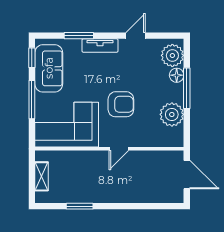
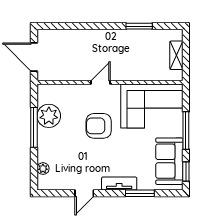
plant: (172, 55) -> (43, 169), width x0.53, depth x0.53
floor lamp: (177, 75) -> (44, 154), removed
window: (187, 88) -> (34, 127), moved

